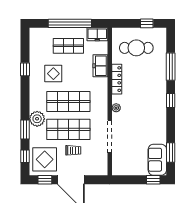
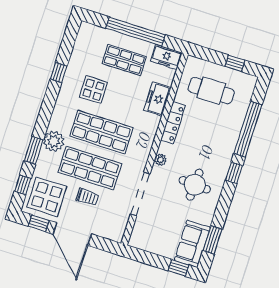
window: (171, 67) -> (248, 129), width x1.46
round table: (146, 118) -> (195, 185), added

